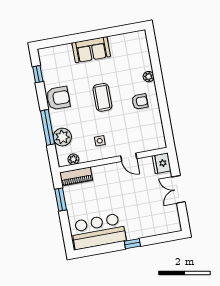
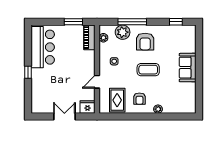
armchair: (58, 98) -> (145, 42), moved
rug: (147, 128) -> (117, 100), added

